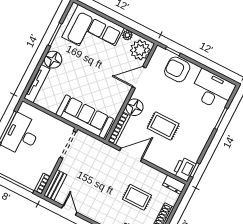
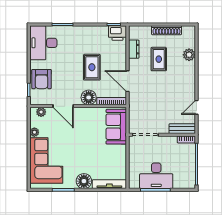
plant: (140, 50) -> (41, 112), width x0.53, depth x0.53
sofa: (85, 117) -> (116, 127), width x0.73
dresser: (174, 185) -> (134, 49), moved

